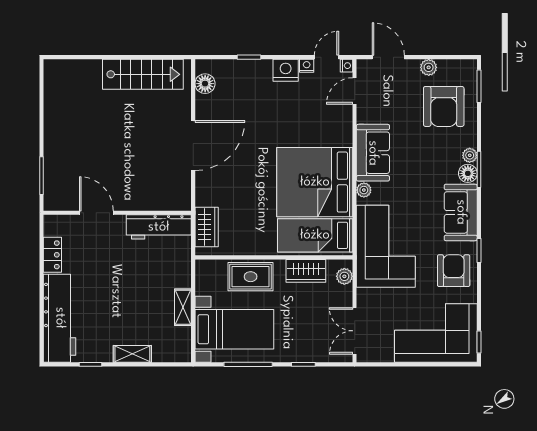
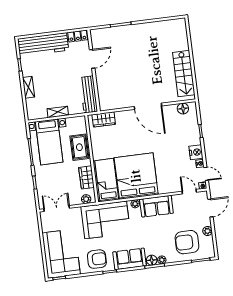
door: (96, 213) -> (92, 59), moved
wall: (117, 213) -> (94, 71), moved
workbench: (159, 227) -> (89, 94), moved

